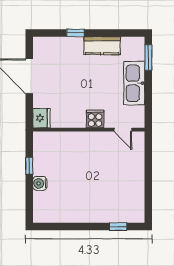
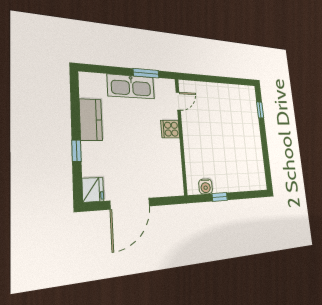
window: (148, 58) -> (146, 73), moved
fridge: (41, 118) -> (93, 190), moved, turned 90
water cooler: (40, 183) -> (206, 186), moved

